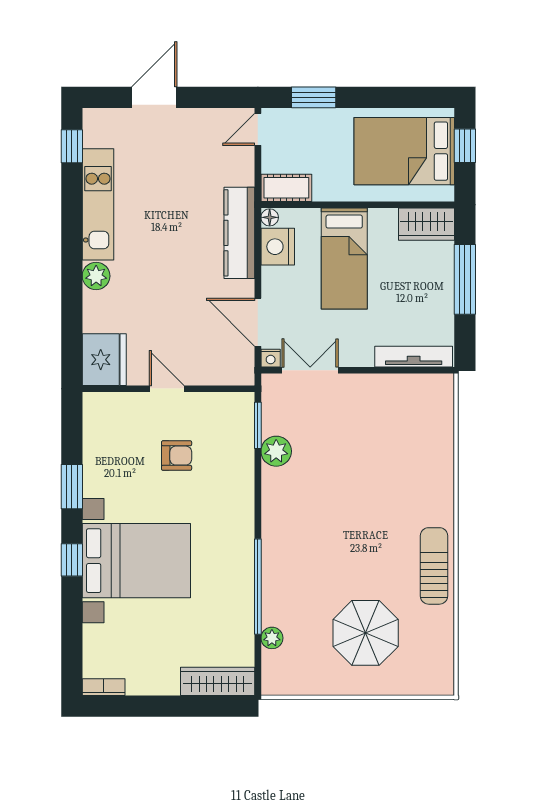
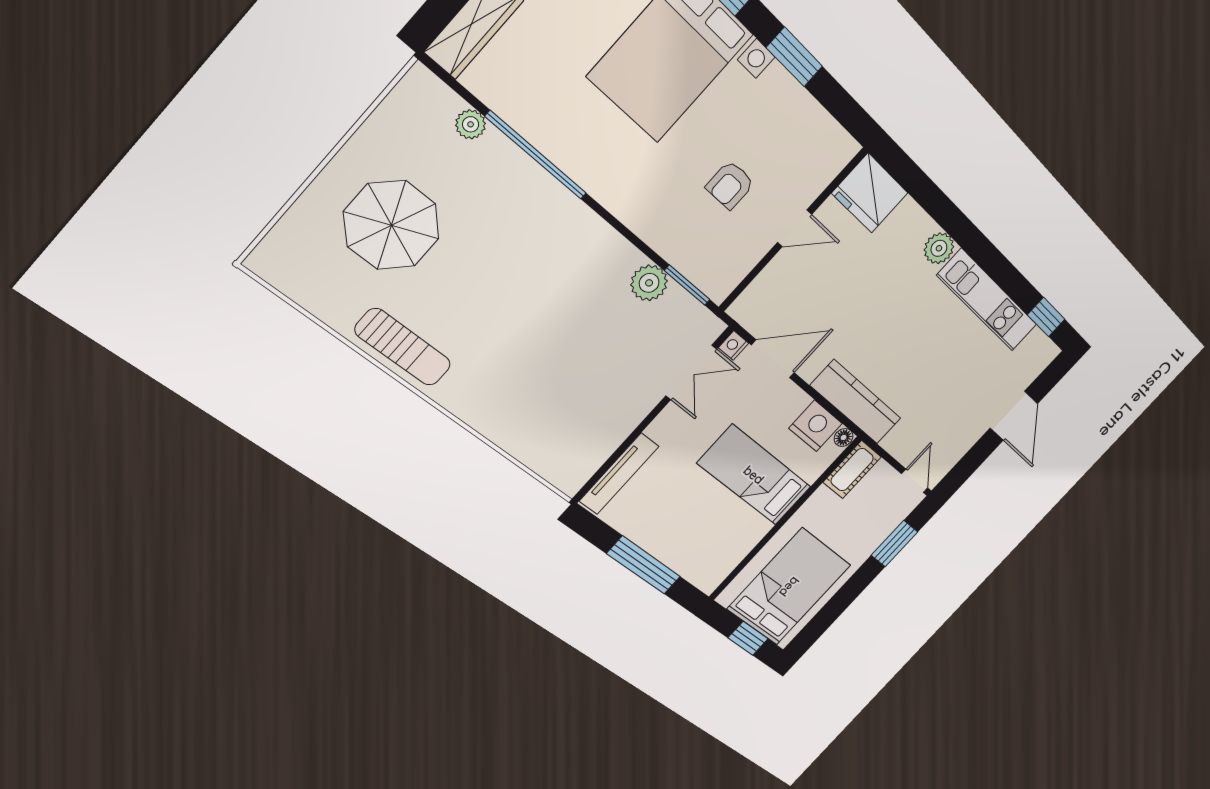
wardrobe: (427, 224) -> (718, 565), removed

